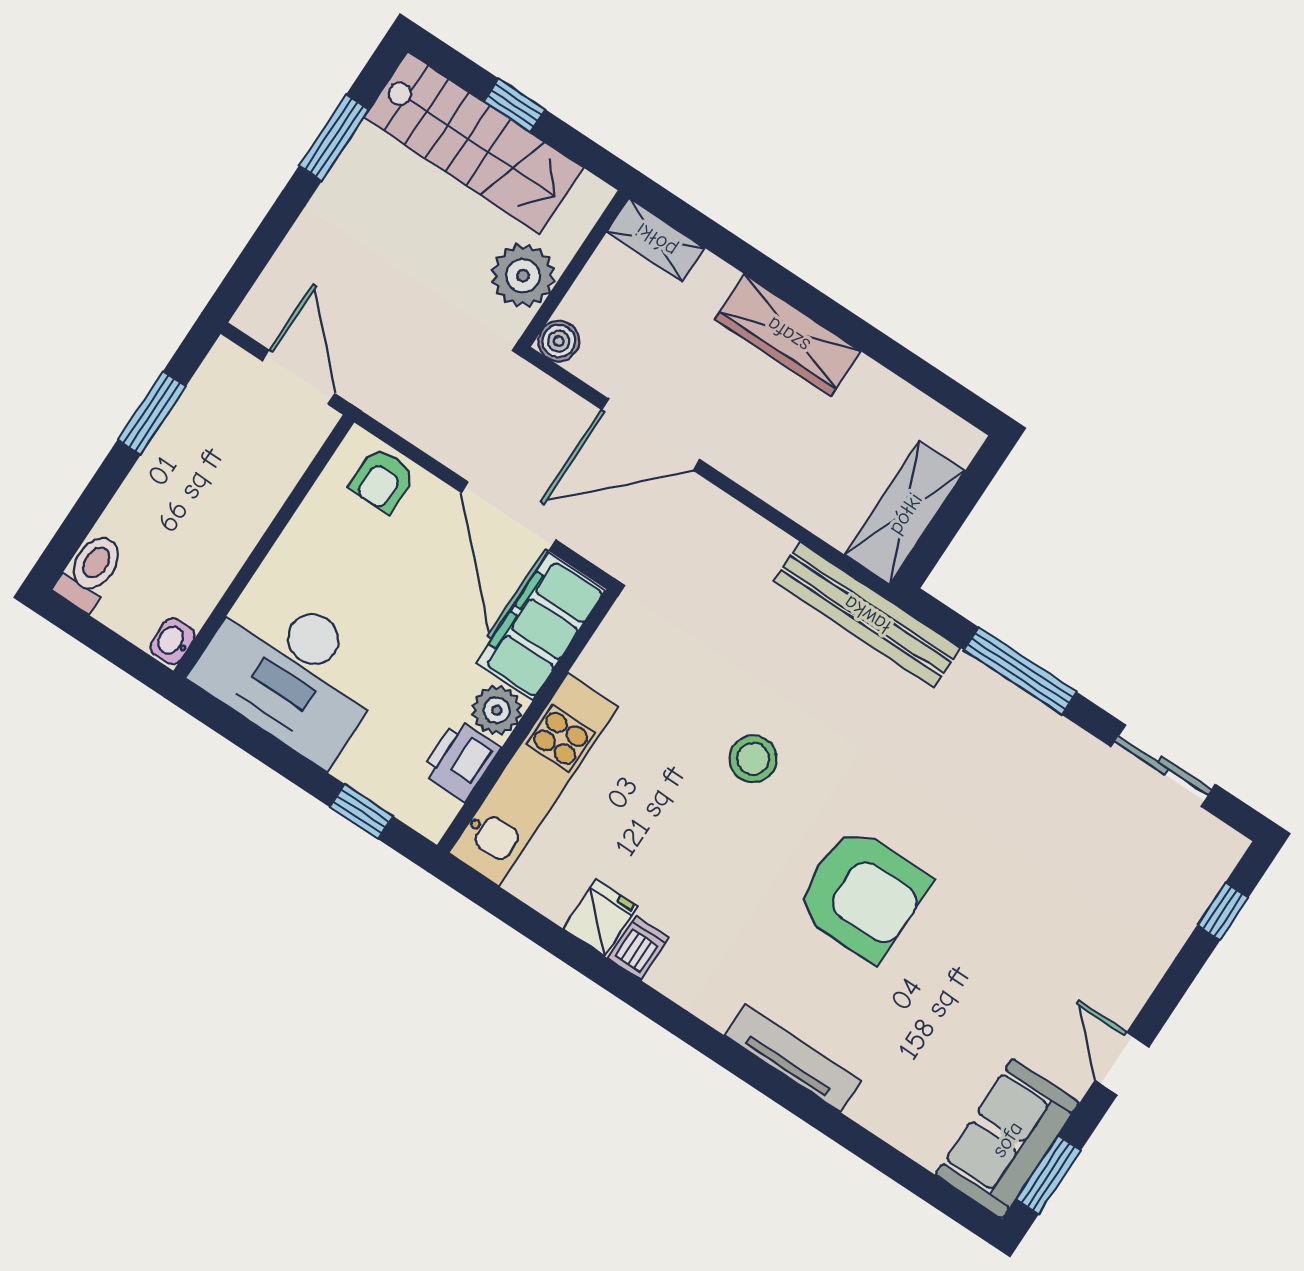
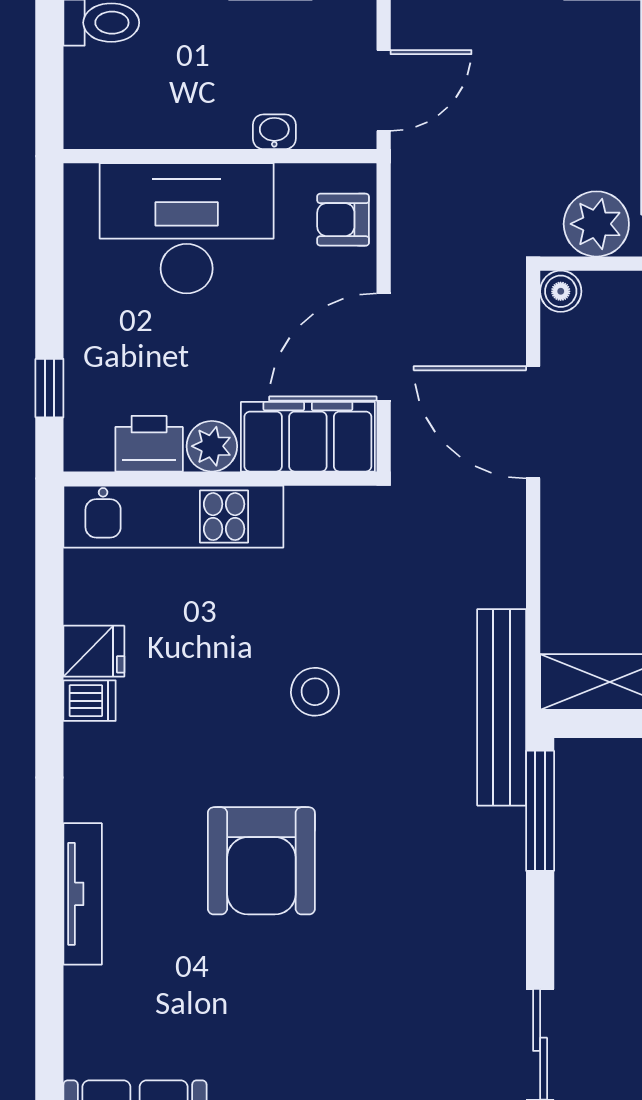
washbasin: (173, 641) -> (274, 132), moved
window: (1020, 671) -> (540, 811), moved
desk: (291, 672) -> (187, 228), moved, turned 90

